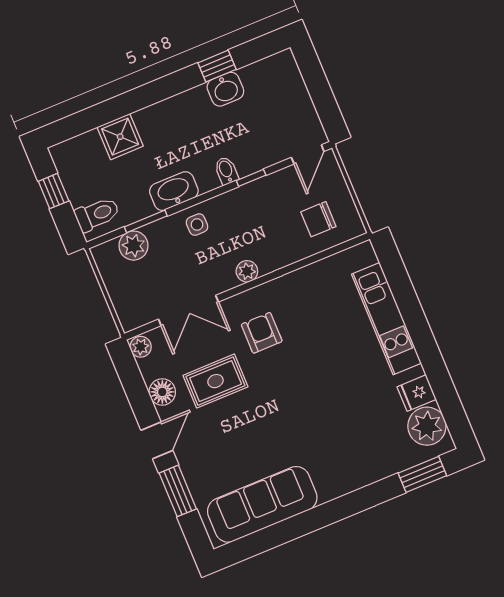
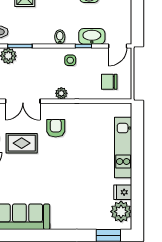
bidet: (226, 171) -> (60, 37), moved
washbasin: (174, 191) -> (92, 36), moved
side table: (197, 225) -> (70, 60), moved

